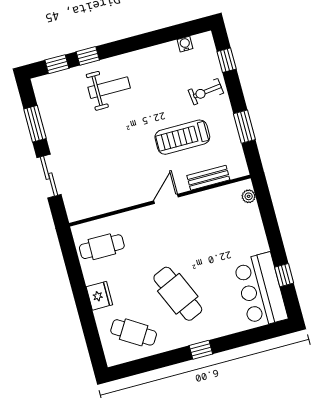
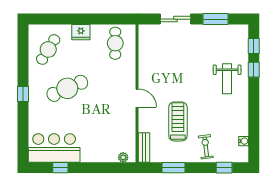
bench: (208, 178) -> (144, 147), moved

